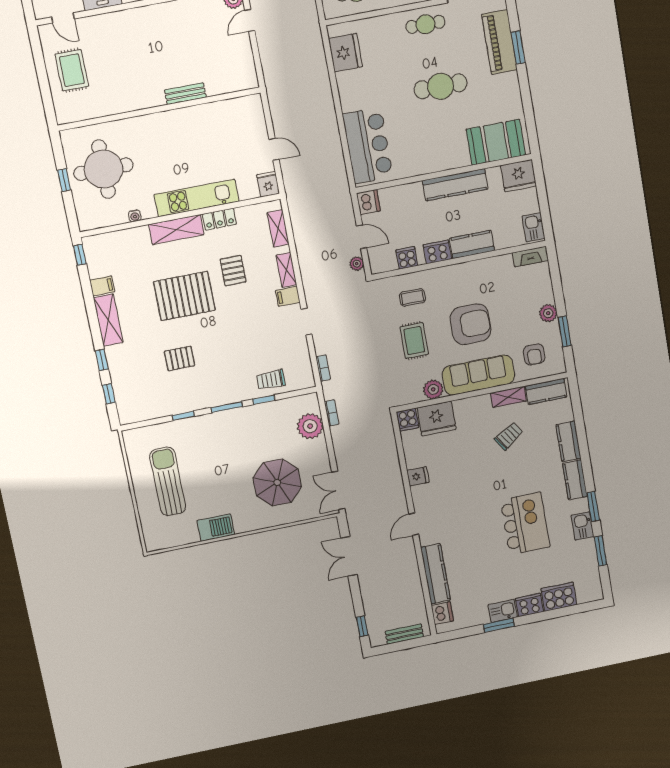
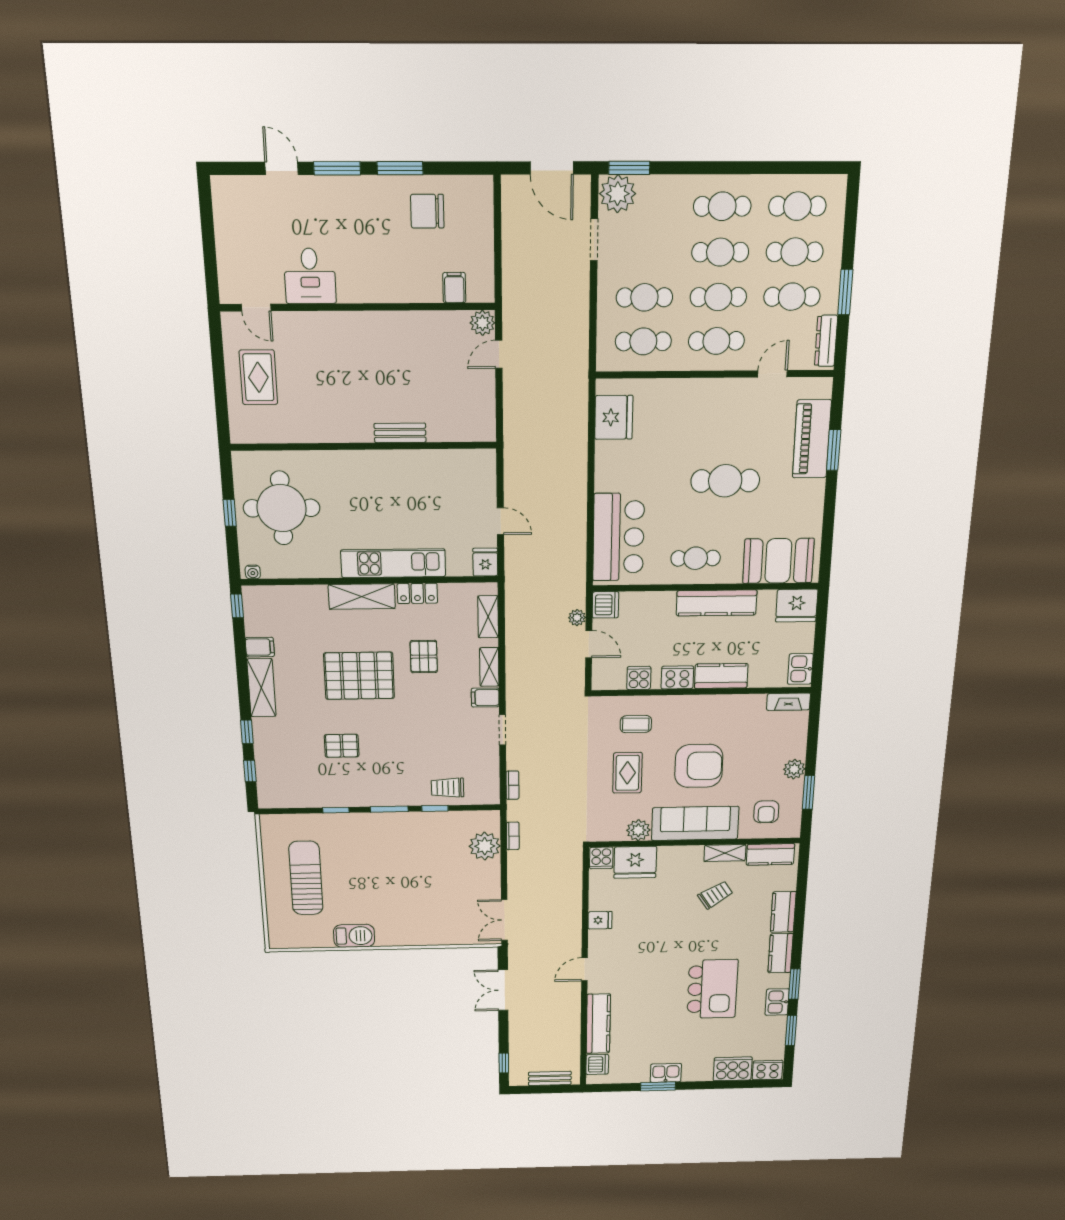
cafe table: (425, 24) -> (696, 558), moved
water cooler: (135, 216) -> (253, 572), moved
plant: (357, 264) -> (577, 618), moved
parasol: (277, 482) -> (435, 900), removed
cooker: (529, 605) -> (768, 1070), moved

